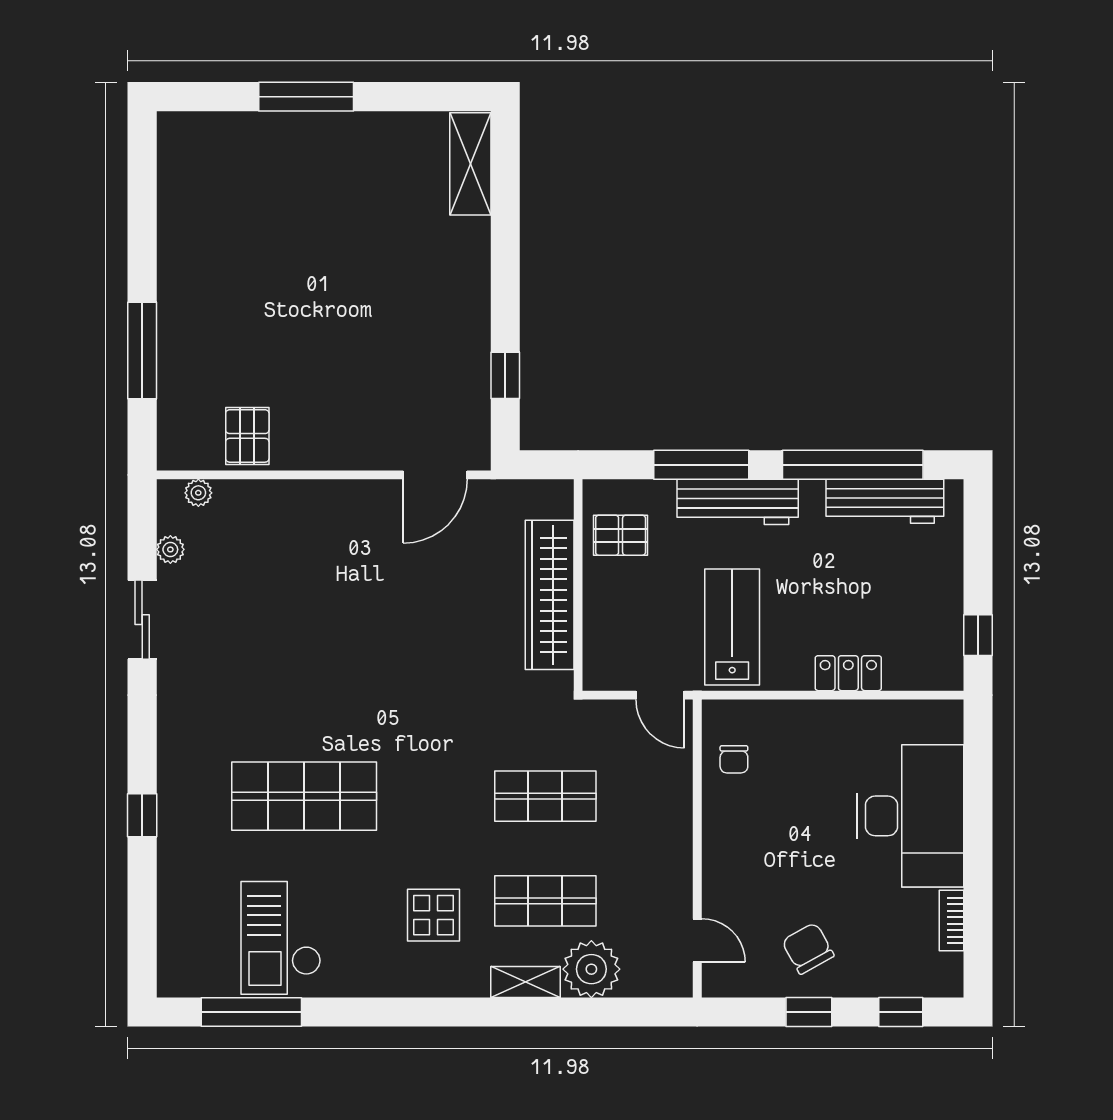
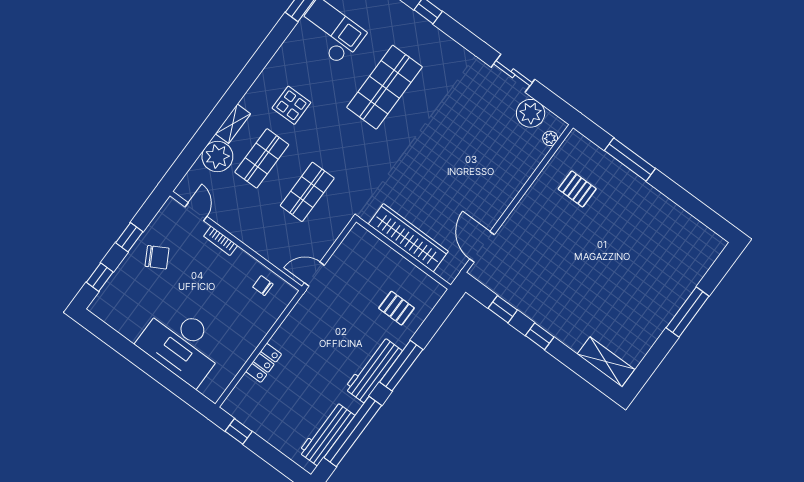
window: (505, 291) -> (540, 336), added
pallet: (247, 436) -> (577, 189), moved
pallet: (621, 535) -> (396, 308), turned 90
plant: (170, 549) -> (531, 113), width x1.88, depth x1.88
wall: (578, 585) -> (403, 253), moved
wardrobe: (550, 595) -> (408, 238), moved
lab bench: (732, 627) -> (321, 327), removed
bookcase: (951, 920) -> (221, 241), moved, turned 180
door: (697, 940) -> (196, 212), swing flipped

